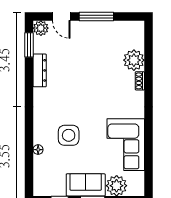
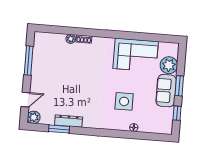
window: (96, 16) -> (29, 61), moved
window: (29, 45) -> (59, 129), moved
plant: (134, 60) -> (71, 39), width x0.53, depth x0.53

